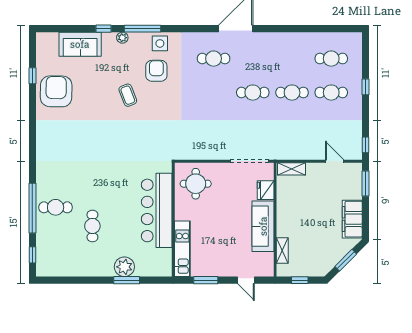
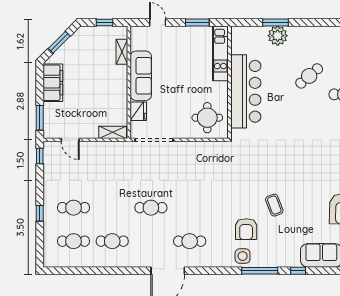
plant: (122, 38) -> (280, 262), removed
cafe table: (292, 93) -> (112, 241), moved
cafe table: (92, 226) -> (309, 76), turned 49

